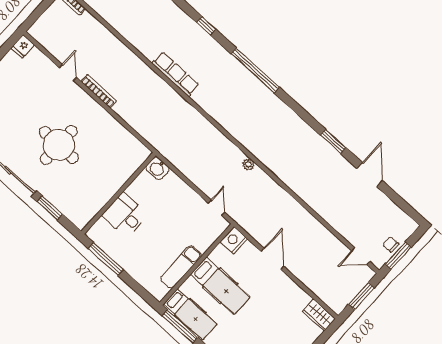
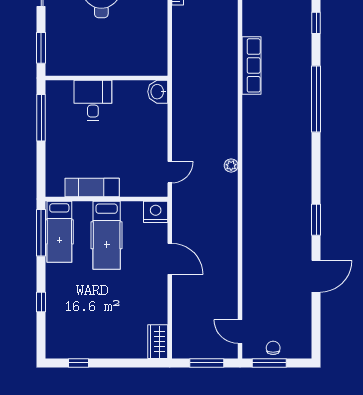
row of seats: (175, 74) -> (251, 65), moved
window: (50, 208) -> (41, 48), moved
door: (272, 259) -> (170, 259), hinge flipped

